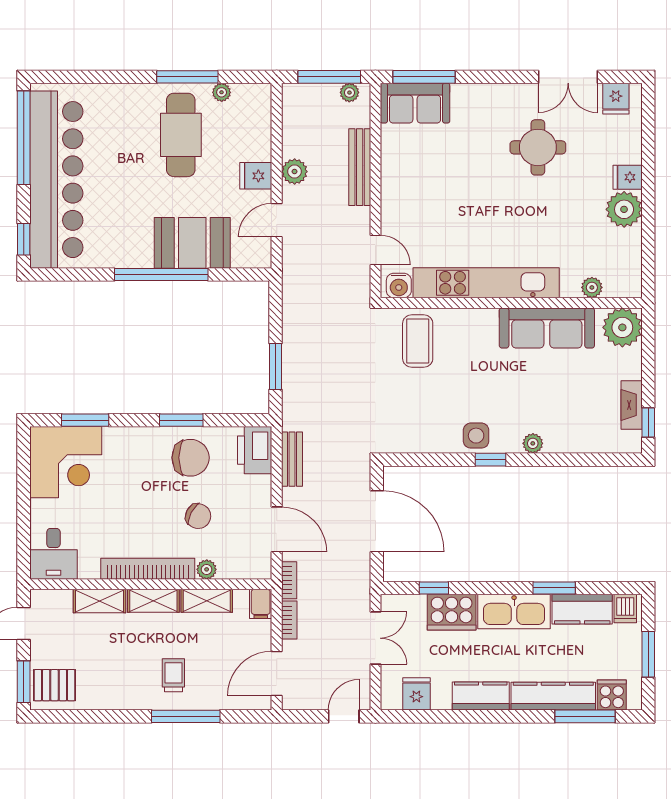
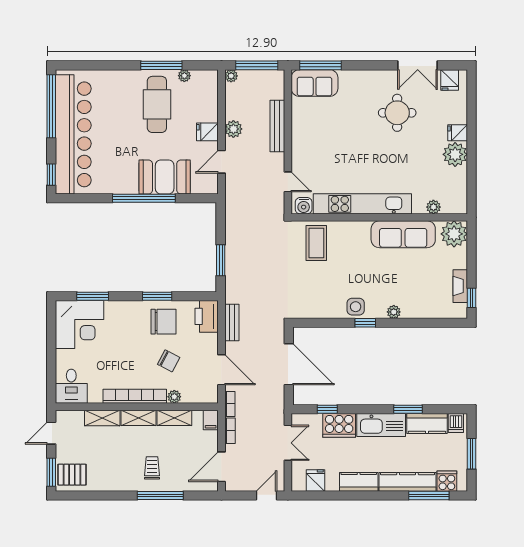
plant: (349, 93) -> (231, 76), moved

